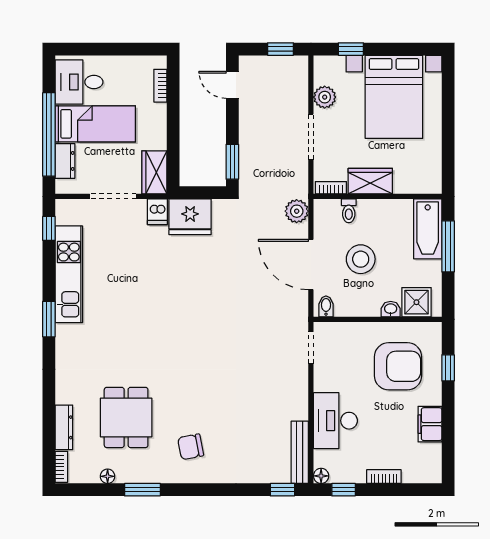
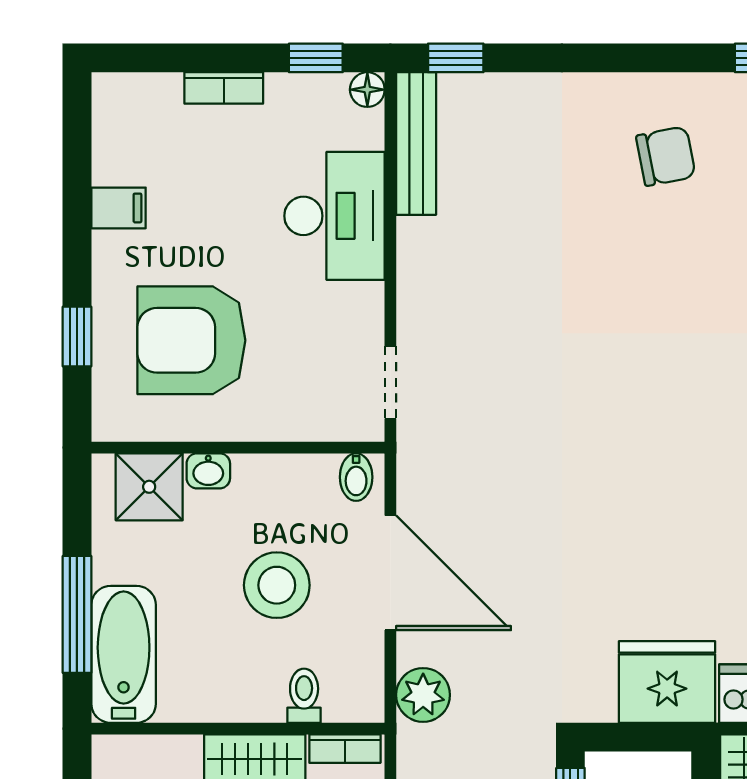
filing cabinet: (430, 424) -> (118, 208), width x0.50

